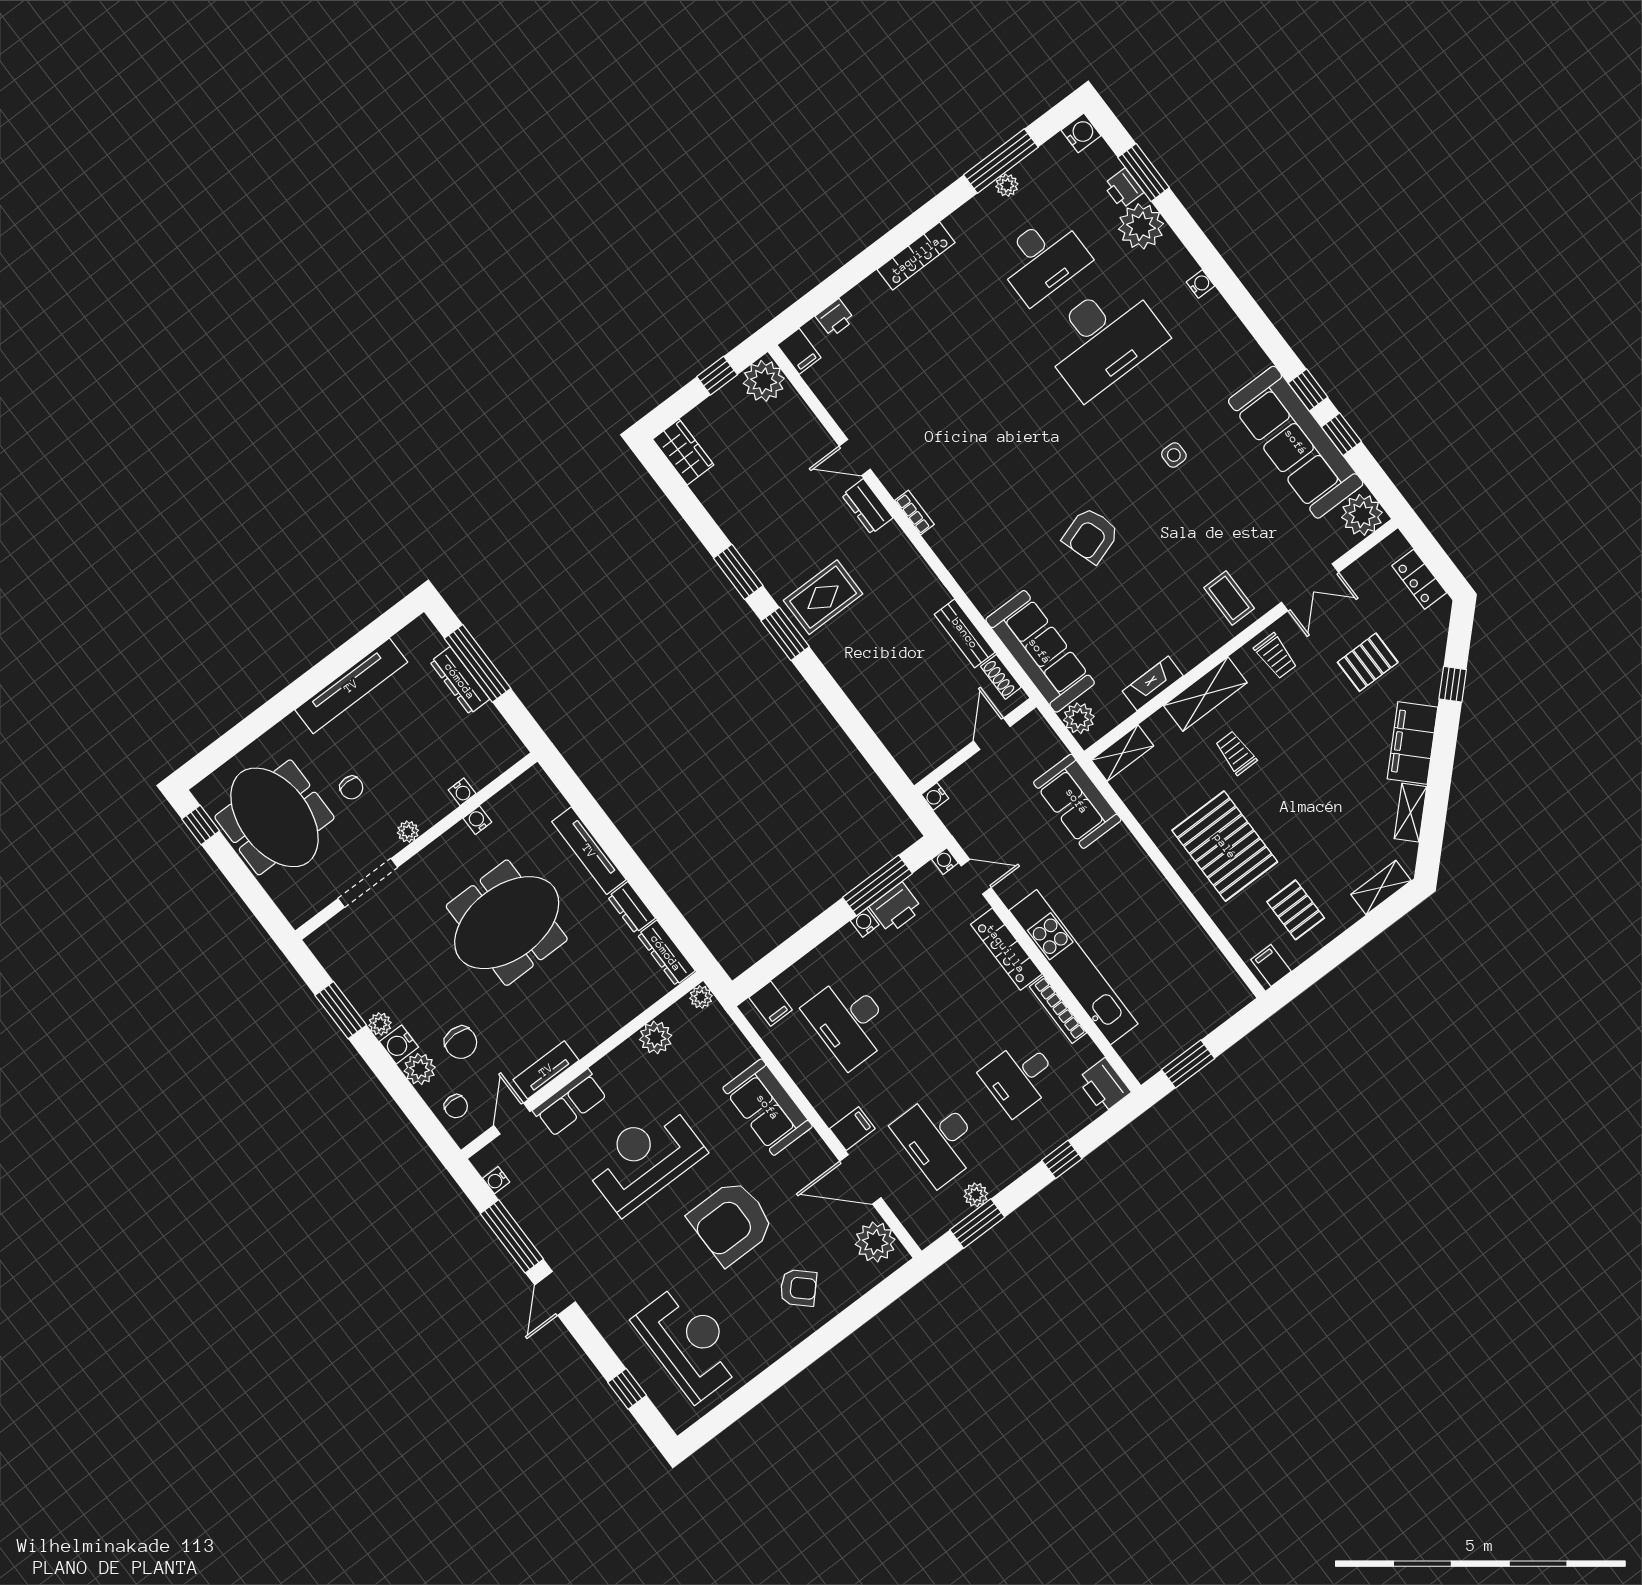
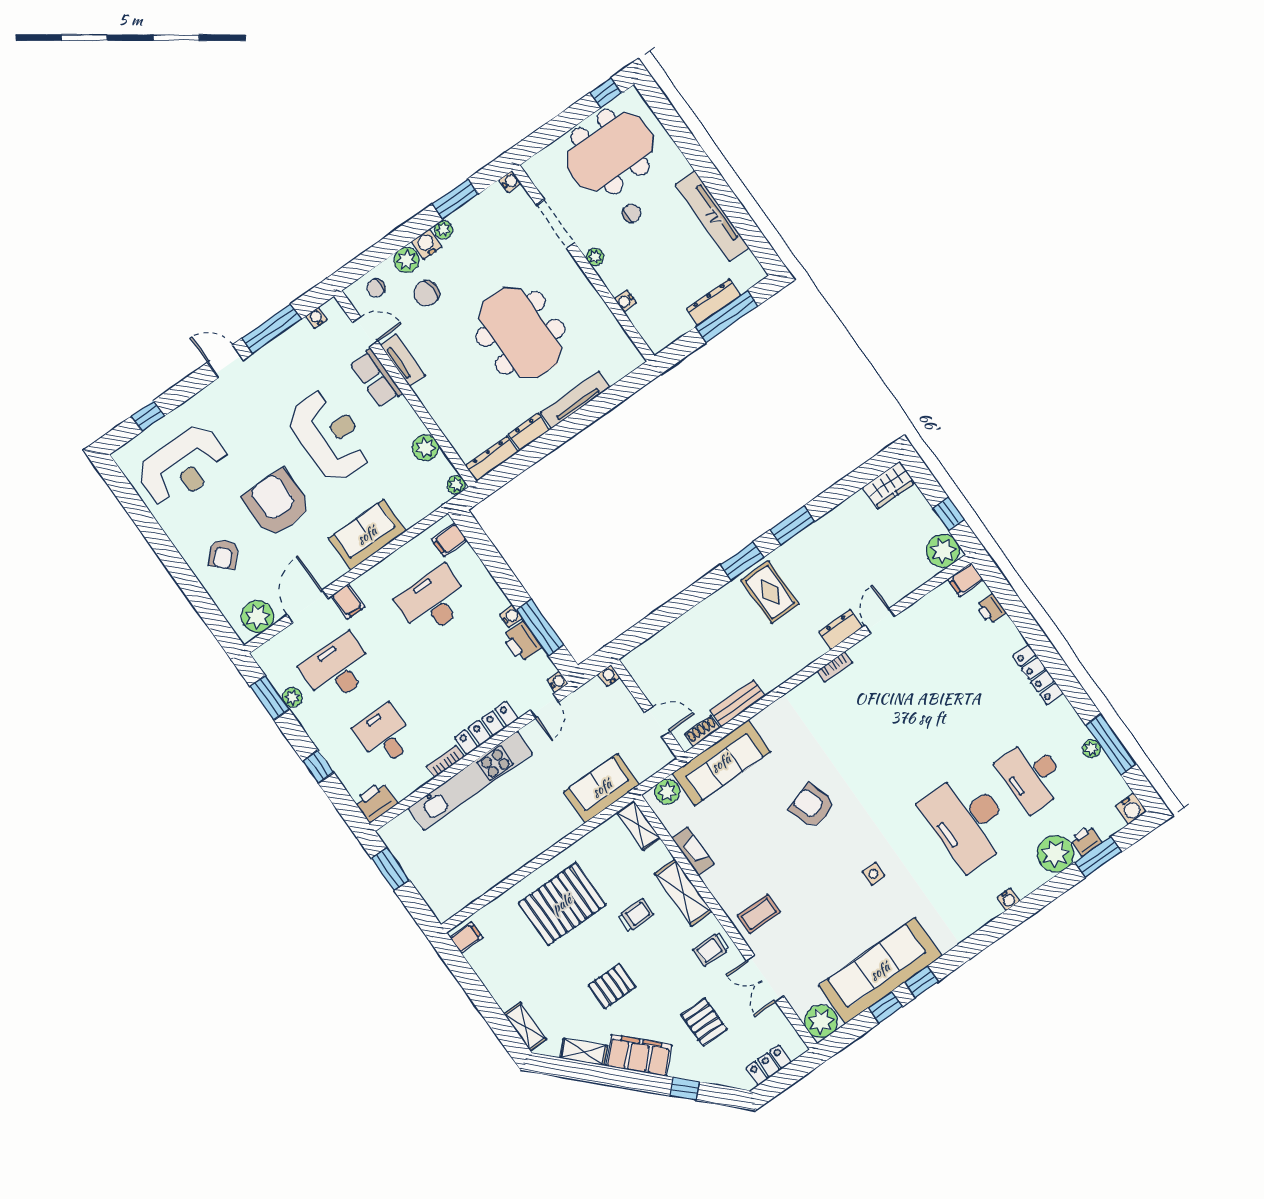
chair: (351, 788) -> (632, 213), turned 180
water cooler: (477, 820) -> (510, 182), moved
pallet: (1296, 910) -> (612, 986), moved
bookcase: (1058, 1010) -> (445, 762), width x0.64

